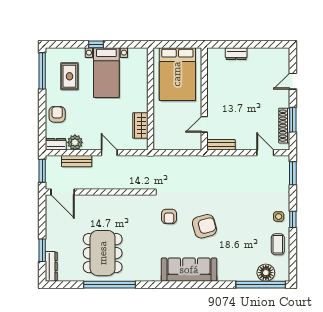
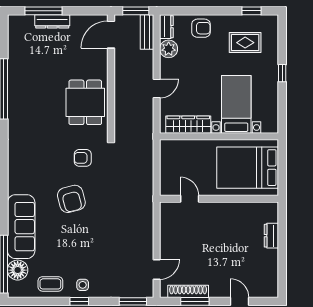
window: (42, 71) -> (251, 11), width x0.46
bed with nightstands: (106, 73) -> (236, 104), moved, turned 90
wardrobe: (140, 125) -> (188, 125), width x1.50
bench: (221, 145) -> (166, 218), removed
bench: (77, 161) -> (147, 32), moved
window: (42, 250) -> (43, 11), width x1.44
dining table: (103, 253) -> (85, 102), moved, width x0.73
dresser: (51, 266) -> (52, 21), moved
sofa: (189, 270) -> (21, 227), moved

